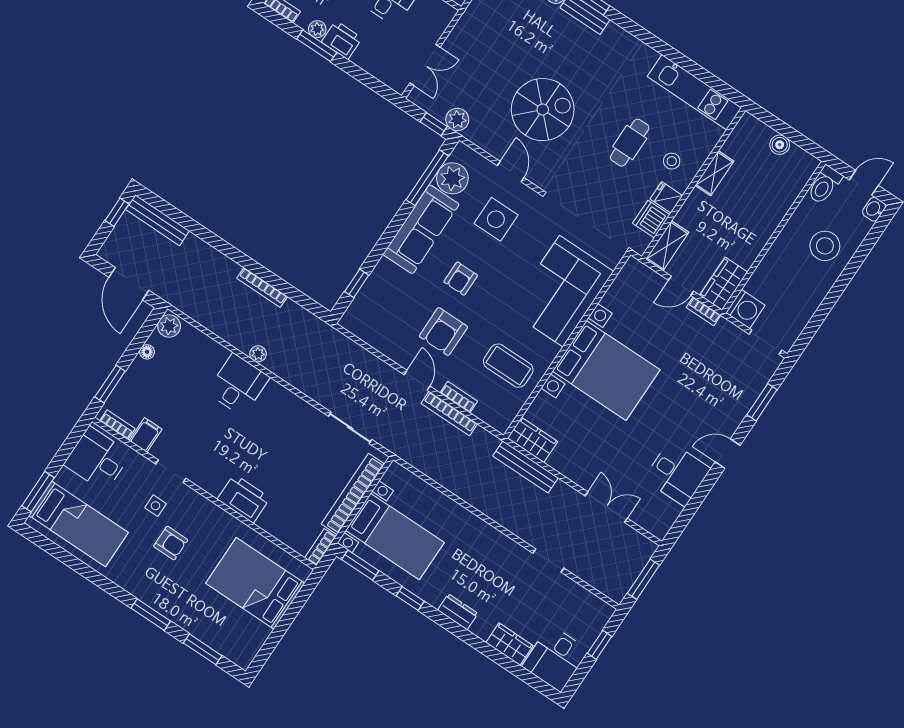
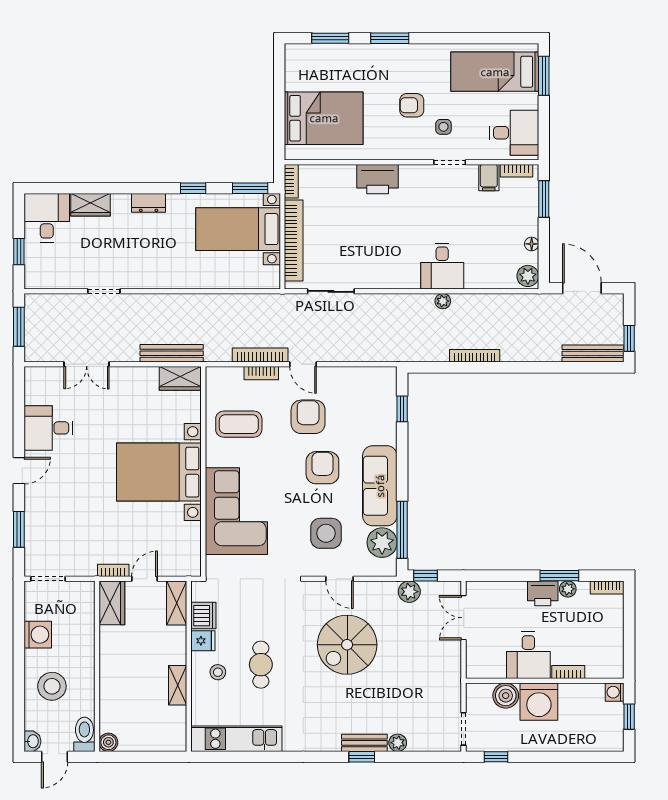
boiler: (780, 145) -> (108, 742), moved
armchair: (461, 279) -> (322, 468), width x1.38, depth x1.38
washing machine: (745, 309) -> (38, 635), moved, turned 180

